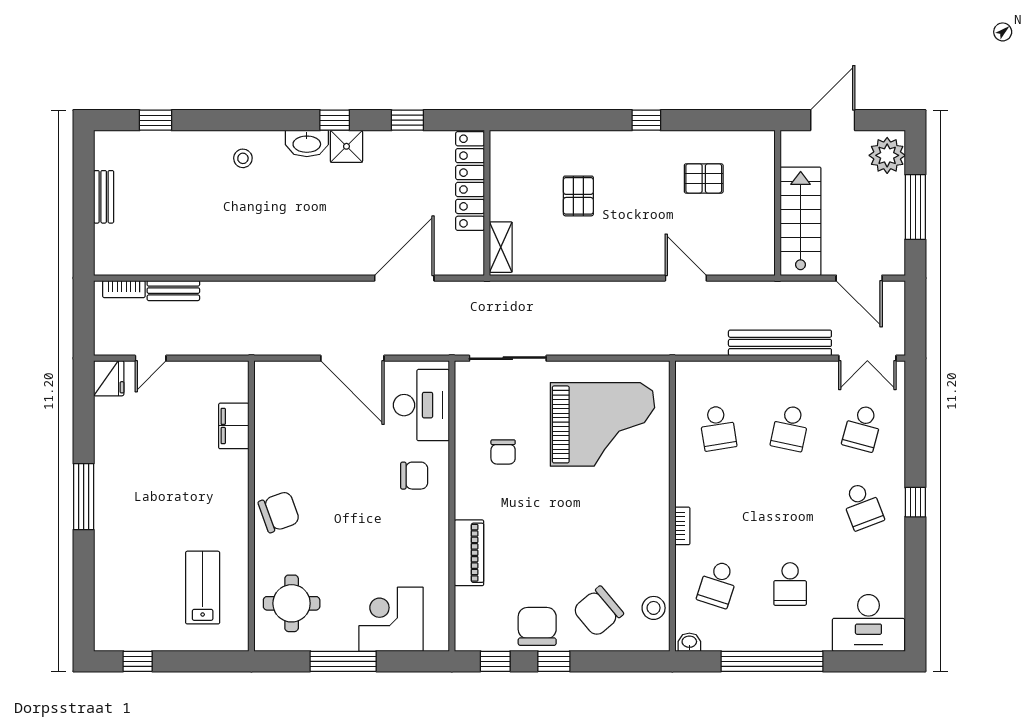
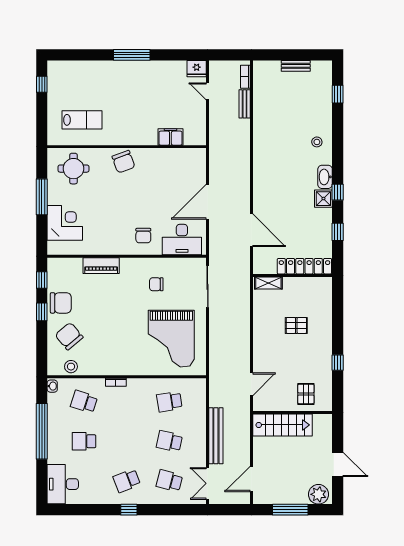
wall: (778, 203) -> (292, 412), moved
stairs: (801, 221) -> (282, 425), moved

